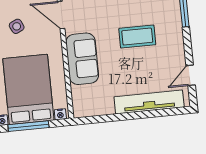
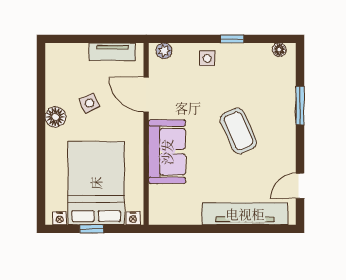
coffee table: (137, 37) -> (238, 131), turned 66
window: (28, 126) -> (92, 229), width x0.46

